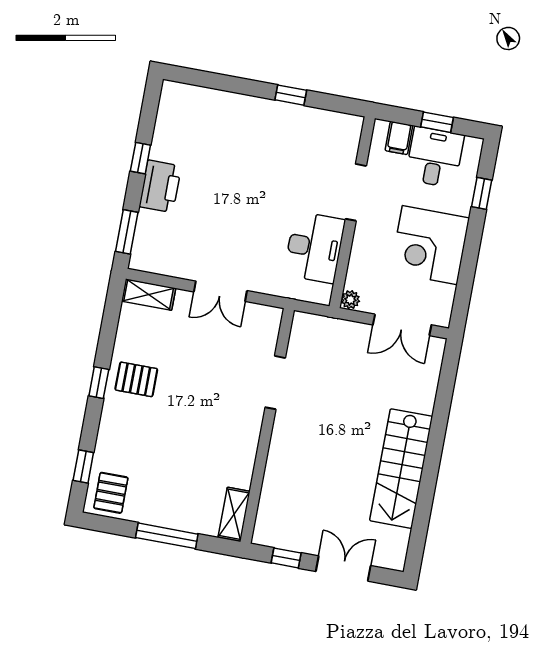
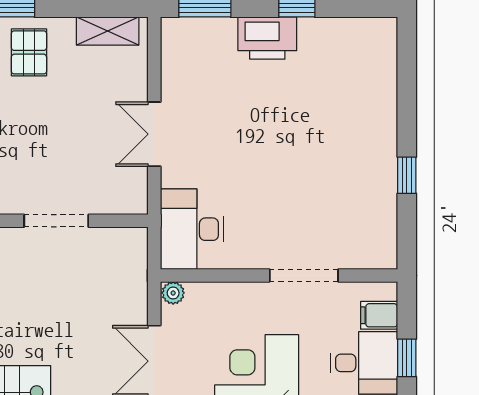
desk: (314, 247) -> (192, 229), moved, turned 90
shelving: (149, 295) -> (108, 31), moved, turned 90

